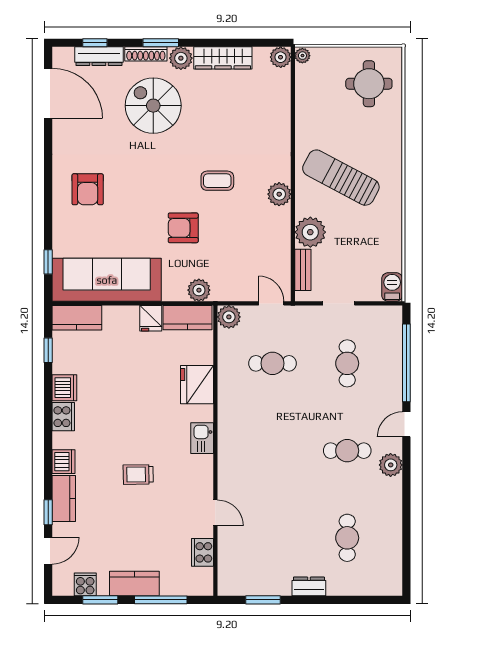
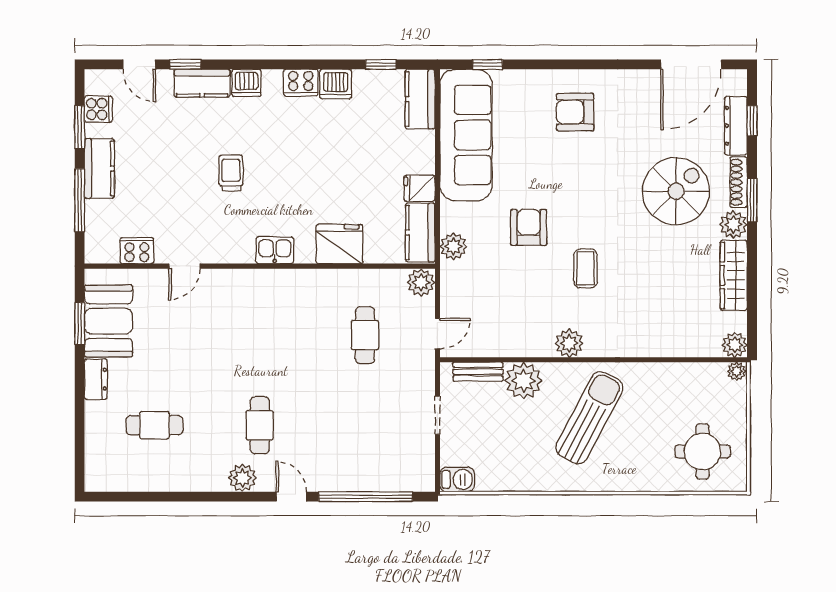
cafe table: (347, 363) -> (365, 425), removed
booth: (261, 576) -> (109, 321), added

